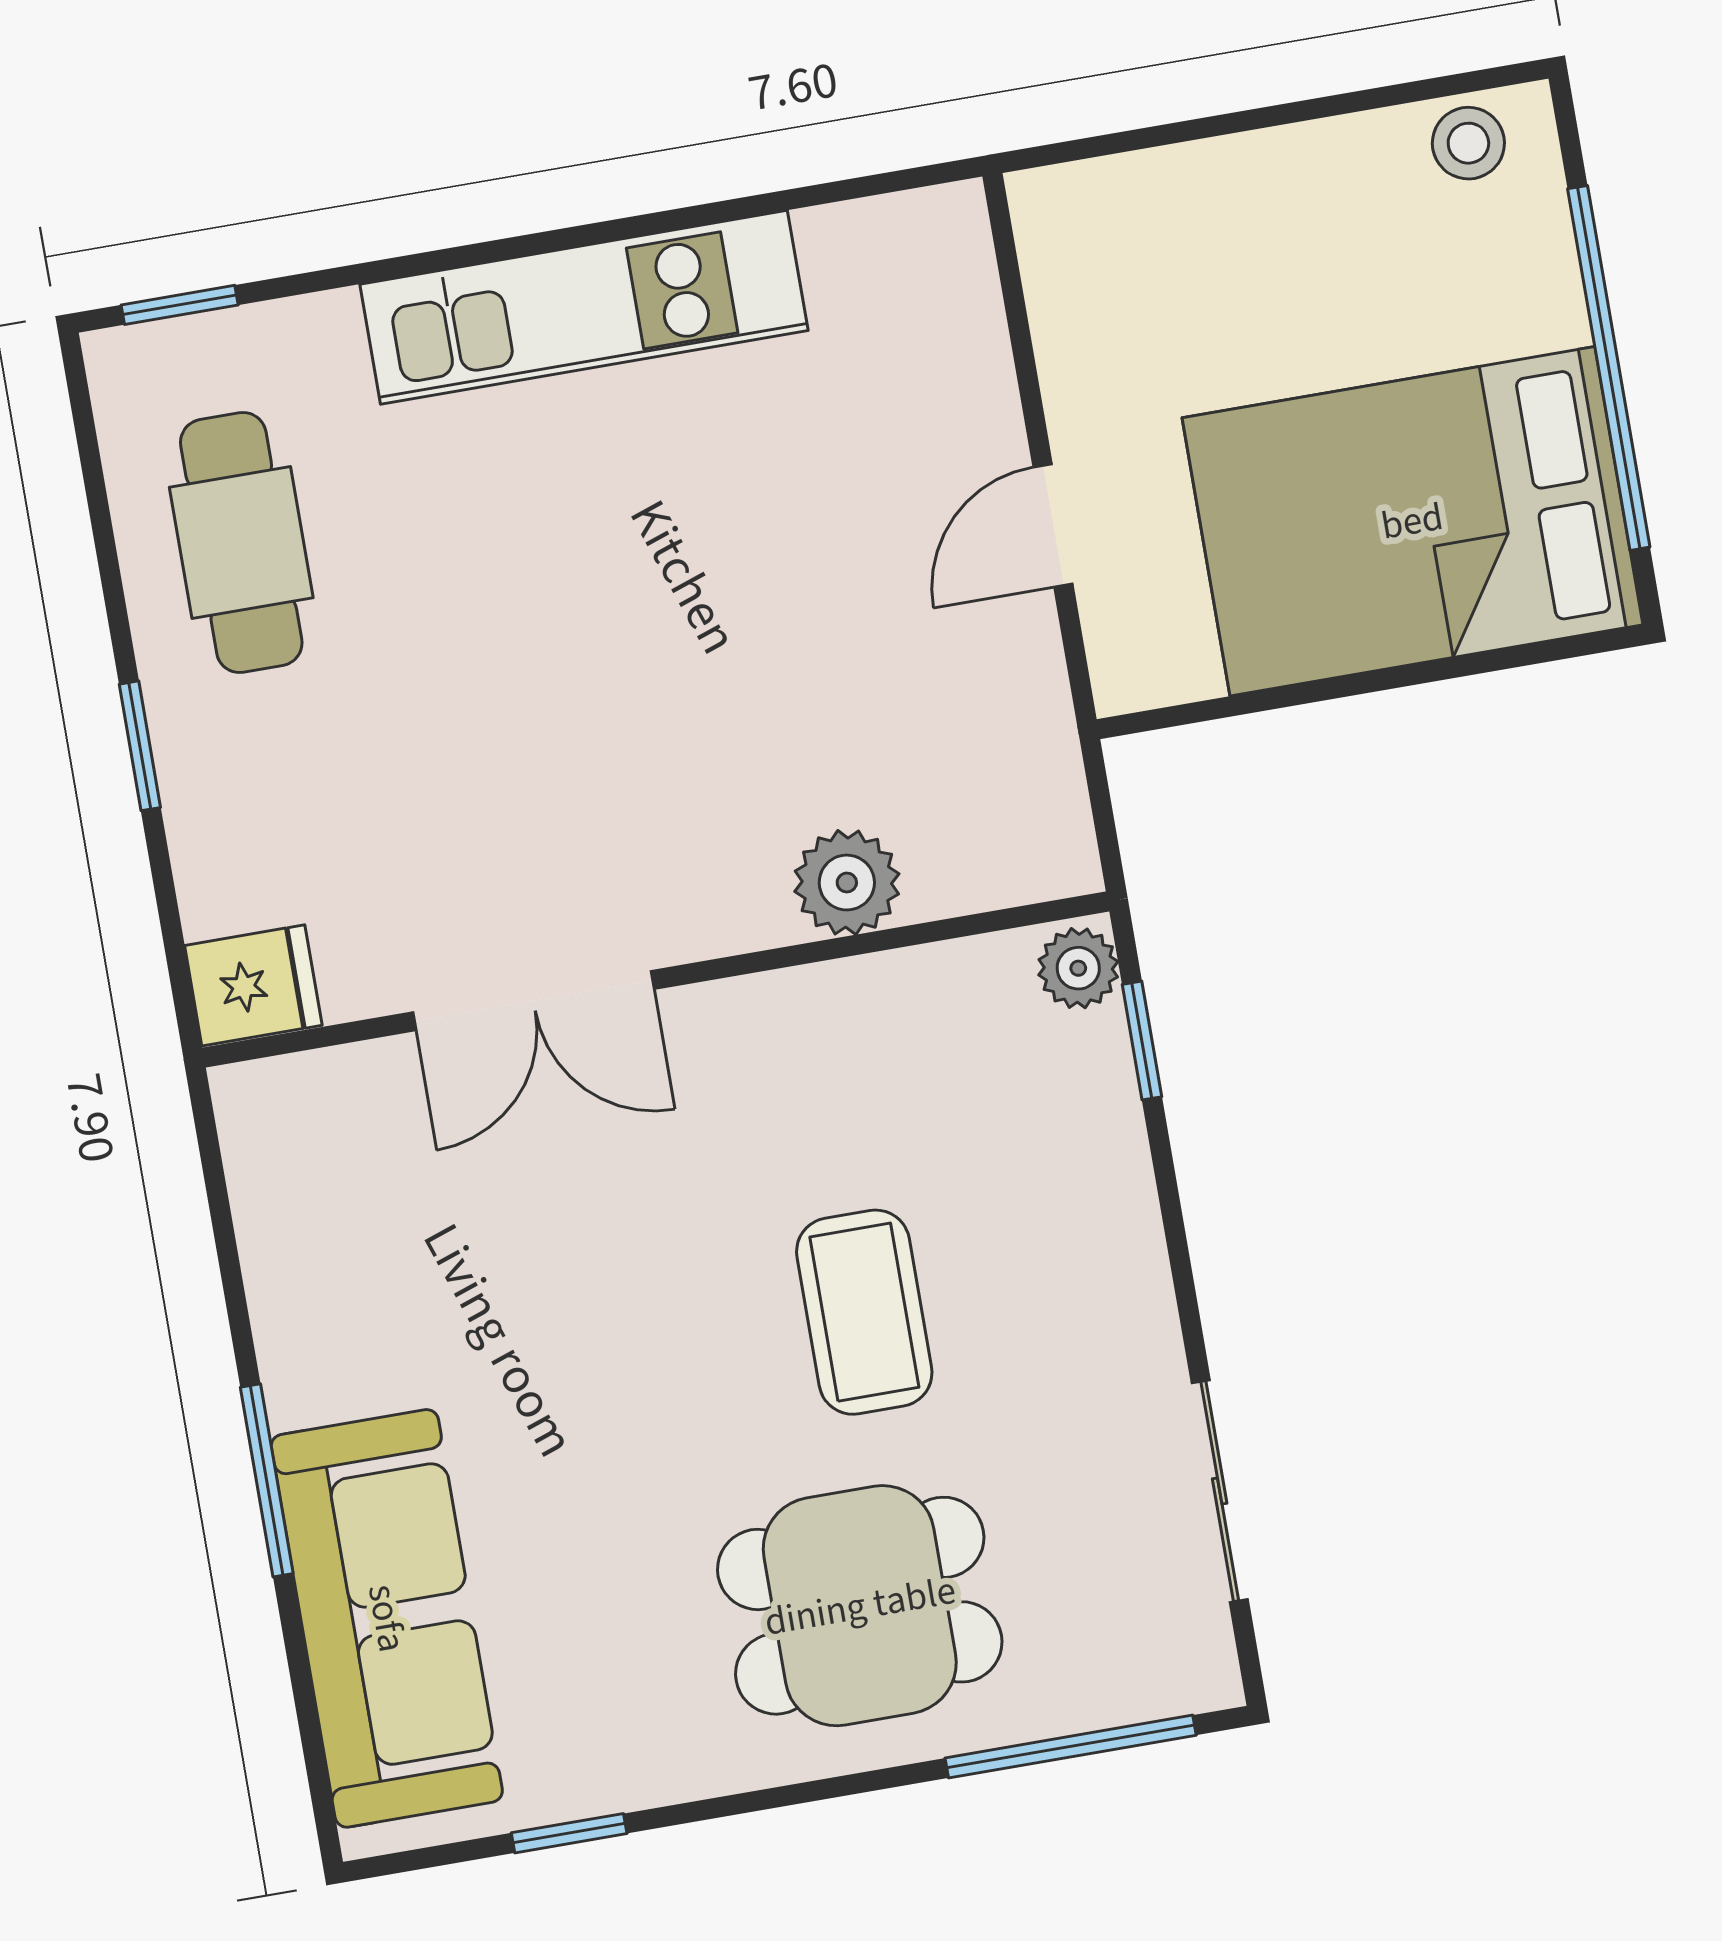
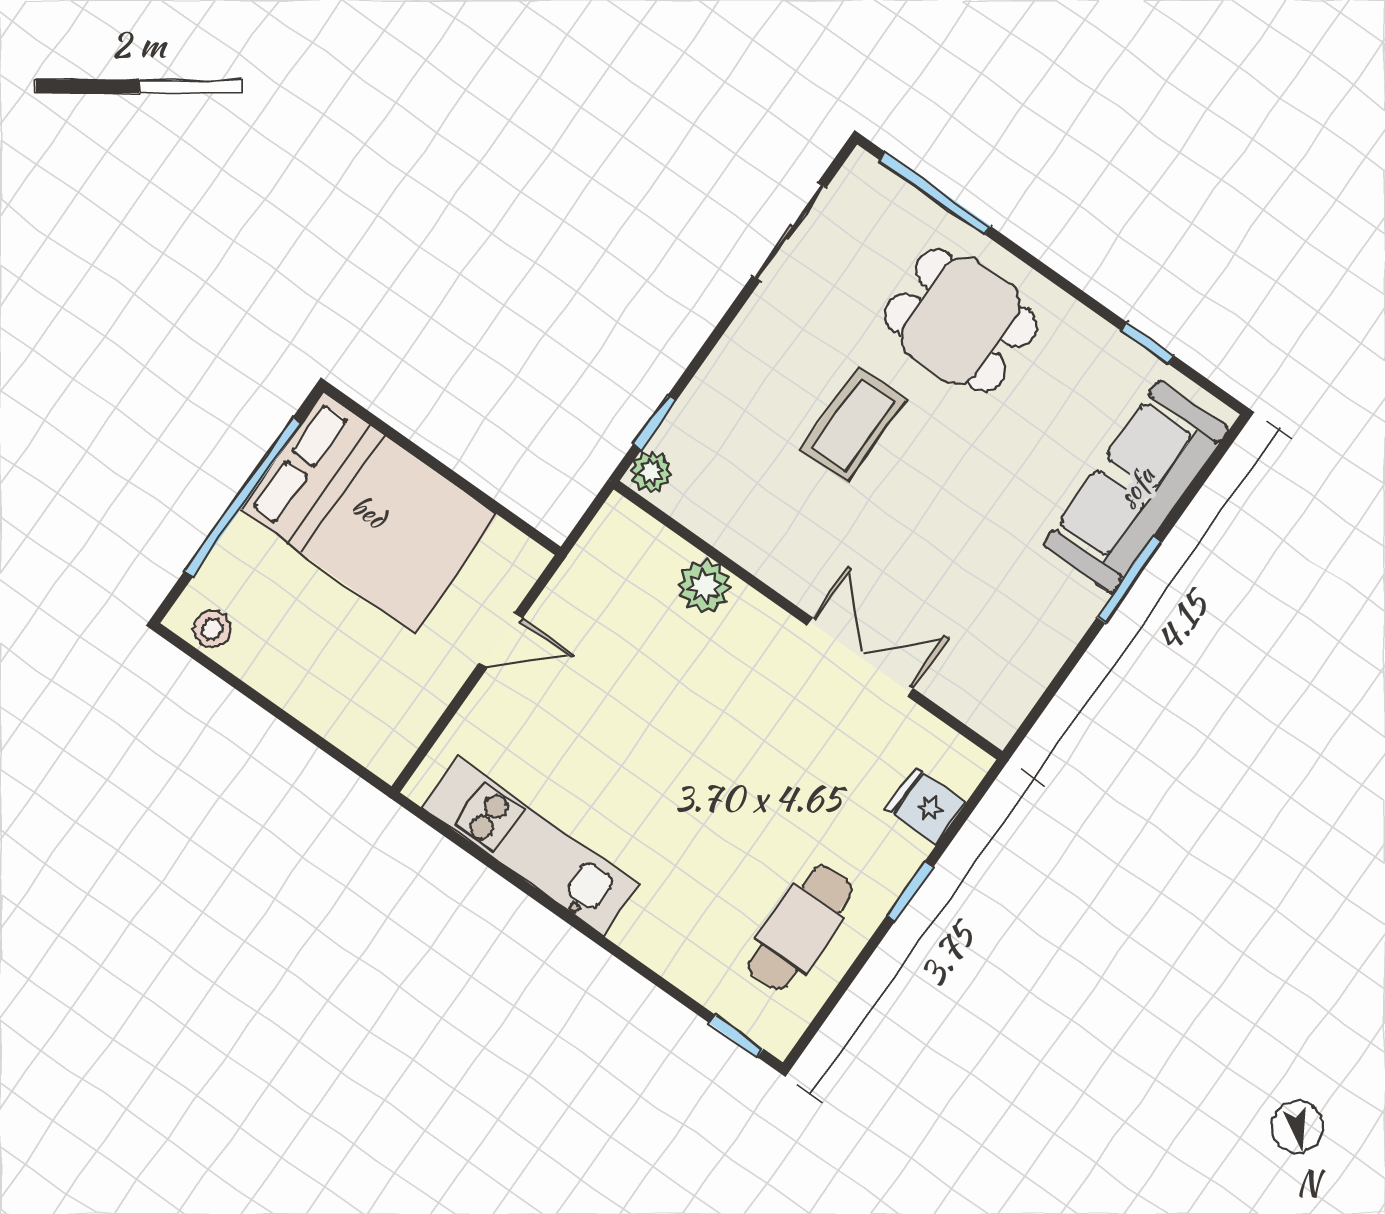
kitchen unit: (584, 307) -> (531, 846), moved
fridge: (253, 985) -> (926, 806), moved

